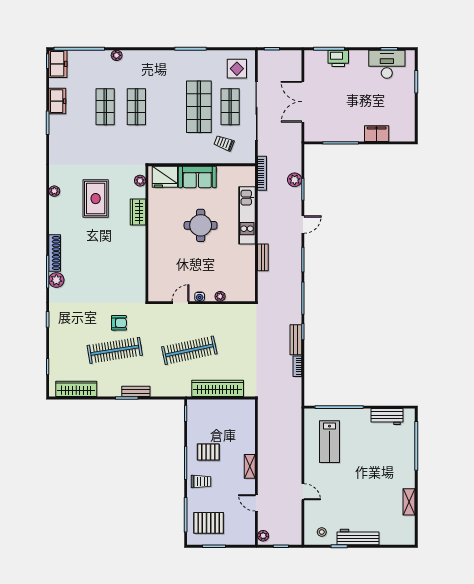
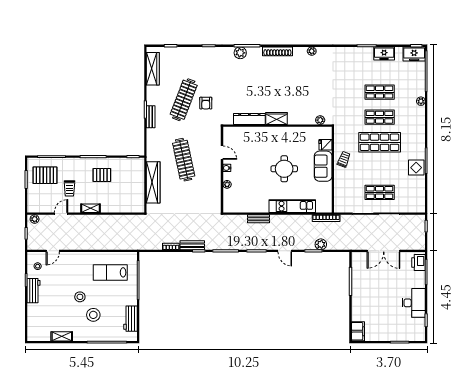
printer: (338, 58) -> (418, 262), moved
desk: (387, 64) -> (414, 303), moved
display table: (237, 69) -> (416, 168), moved
double door: (303, 102) -> (384, 251), swing flipped
shop shelf: (199, 107) -> (380, 142), moved
filing cabinet: (377, 134) -> (358, 331), moved
trolley: (224, 143) -> (344, 159), moved
fridge: (165, 177) -> (325, 145), width x0.53, depth x0.75
rug: (96, 199) -> (306, 84), removed
wardrobe: (138, 212) -> (277, 118), moved
shoe rack: (55, 253) -> (277, 51), moved
dresser: (139, 269) -> (249, 119), added
clothes rail: (115, 350) -> (184, 100), turned 30
pallet: (208, 452) -> (102, 175), turned 90
stool: (382, 463) -> (93, 315), added
stool: (360, 479) -> (80, 297), added
trolley: (201, 482) -> (69, 188), moved
door: (303, 492) -> (53, 251), moved
pallet: (209, 523) -> (45, 175), turned 90
workbench: (358, 537) -> (34, 291), width x0.73

